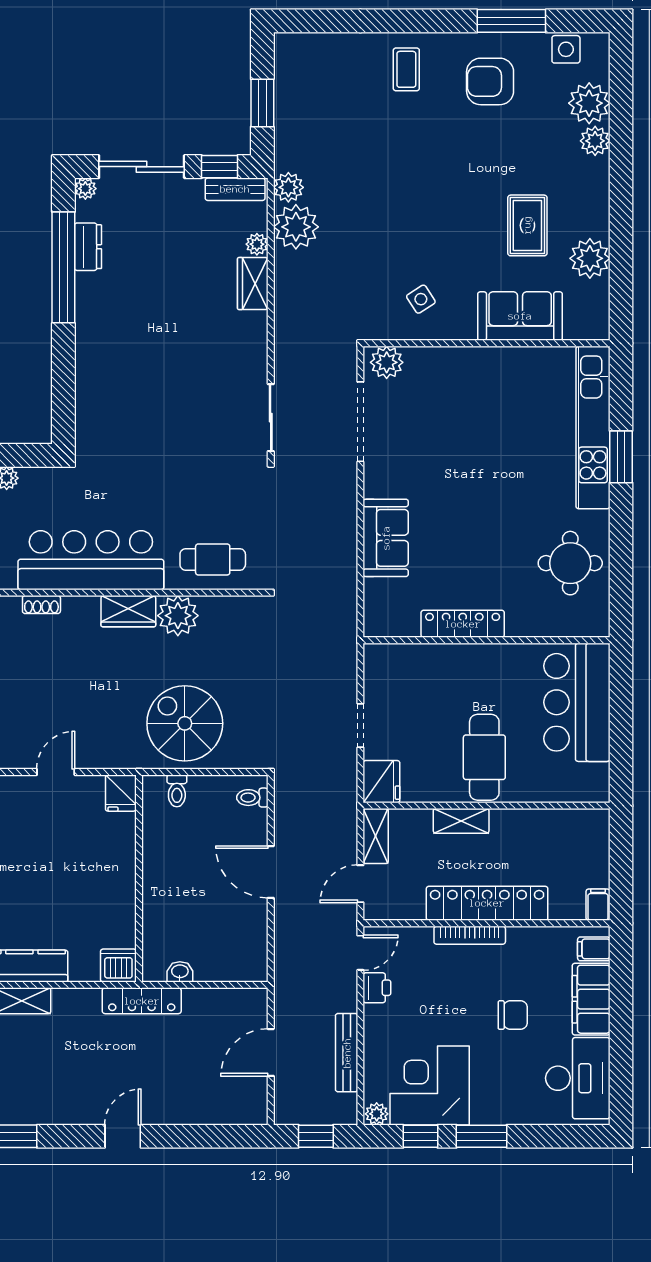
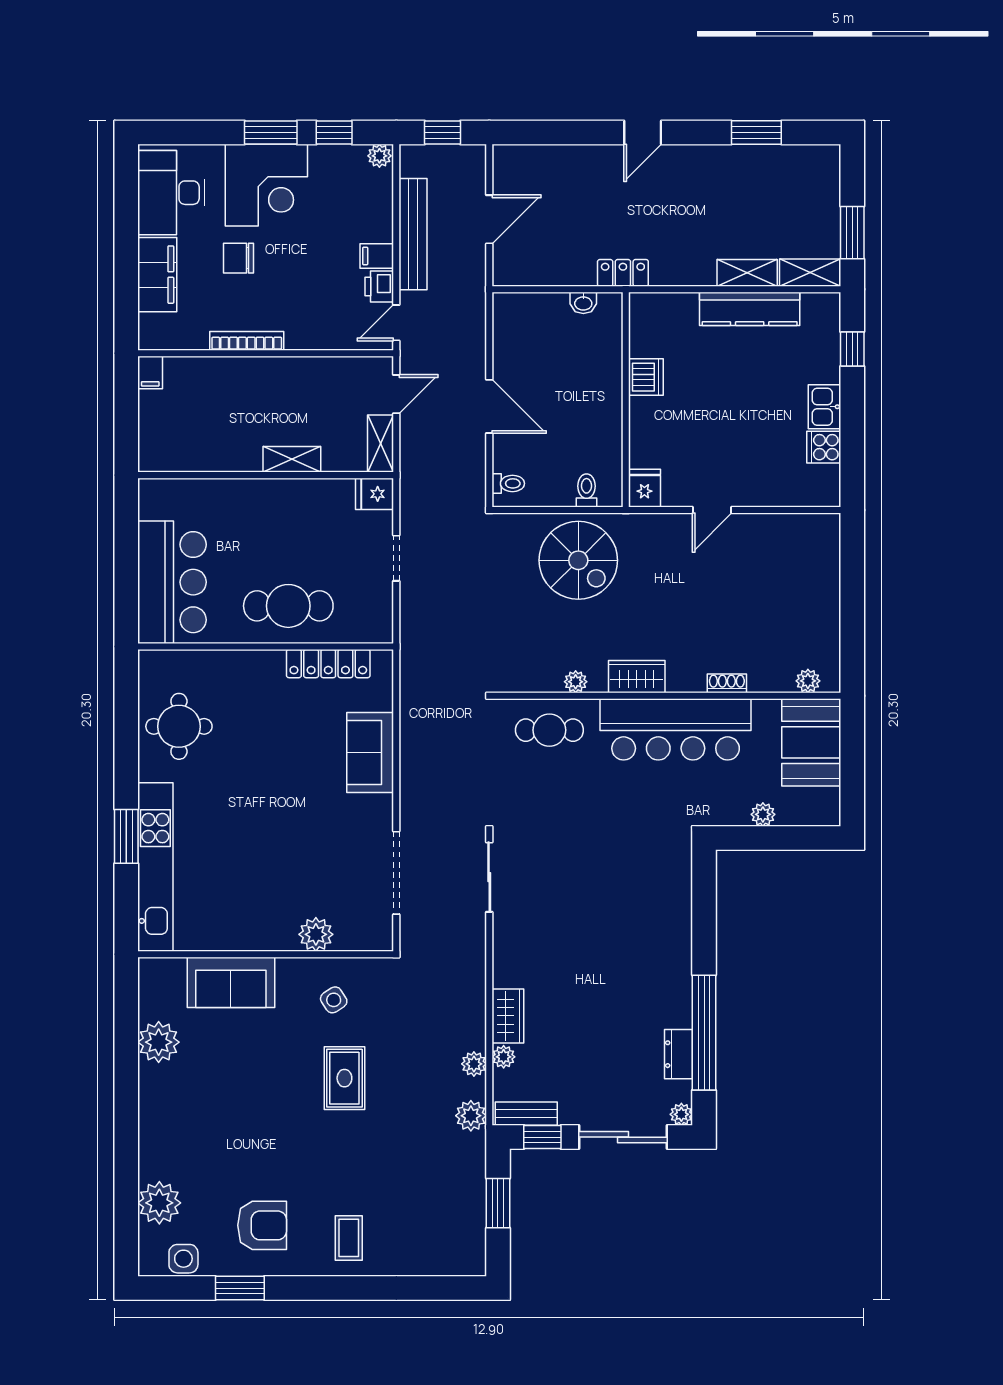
window: (511, 21) -> (240, 1288), width x0.69
plant: (595, 141) -> (153, 1164), removed
rug: (527, 225) -> (344, 1078), moved
plant: (296, 227) -> (474, 1064), width x0.53, depth x0.53
plant: (387, 362) -> (316, 934), moved
plant: (178, 616) -> (576, 682), width x0.53, depth x0.53
locker: (463, 624) -> (328, 664), moved
cafe table: (484, 757) -> (288, 606), moved, turned 90
fridge: (381, 782) -> (375, 494), width x0.72
locker: (487, 903) -> (265, 374), removed
bookcase: (470, 935) -> (247, 341), moved
filing cabinet: (594, 949) -> (377, 256), moved, turned 180
dishwasher: (118, 966) -> (646, 377), moved, turned -90
locker: (142, 1001) -> (623, 273), width x0.66
bench: (347, 1053) -> (413, 234), width x1.37, depth x1.21
corner desk: (430, 1086) -> (266, 185), moved

